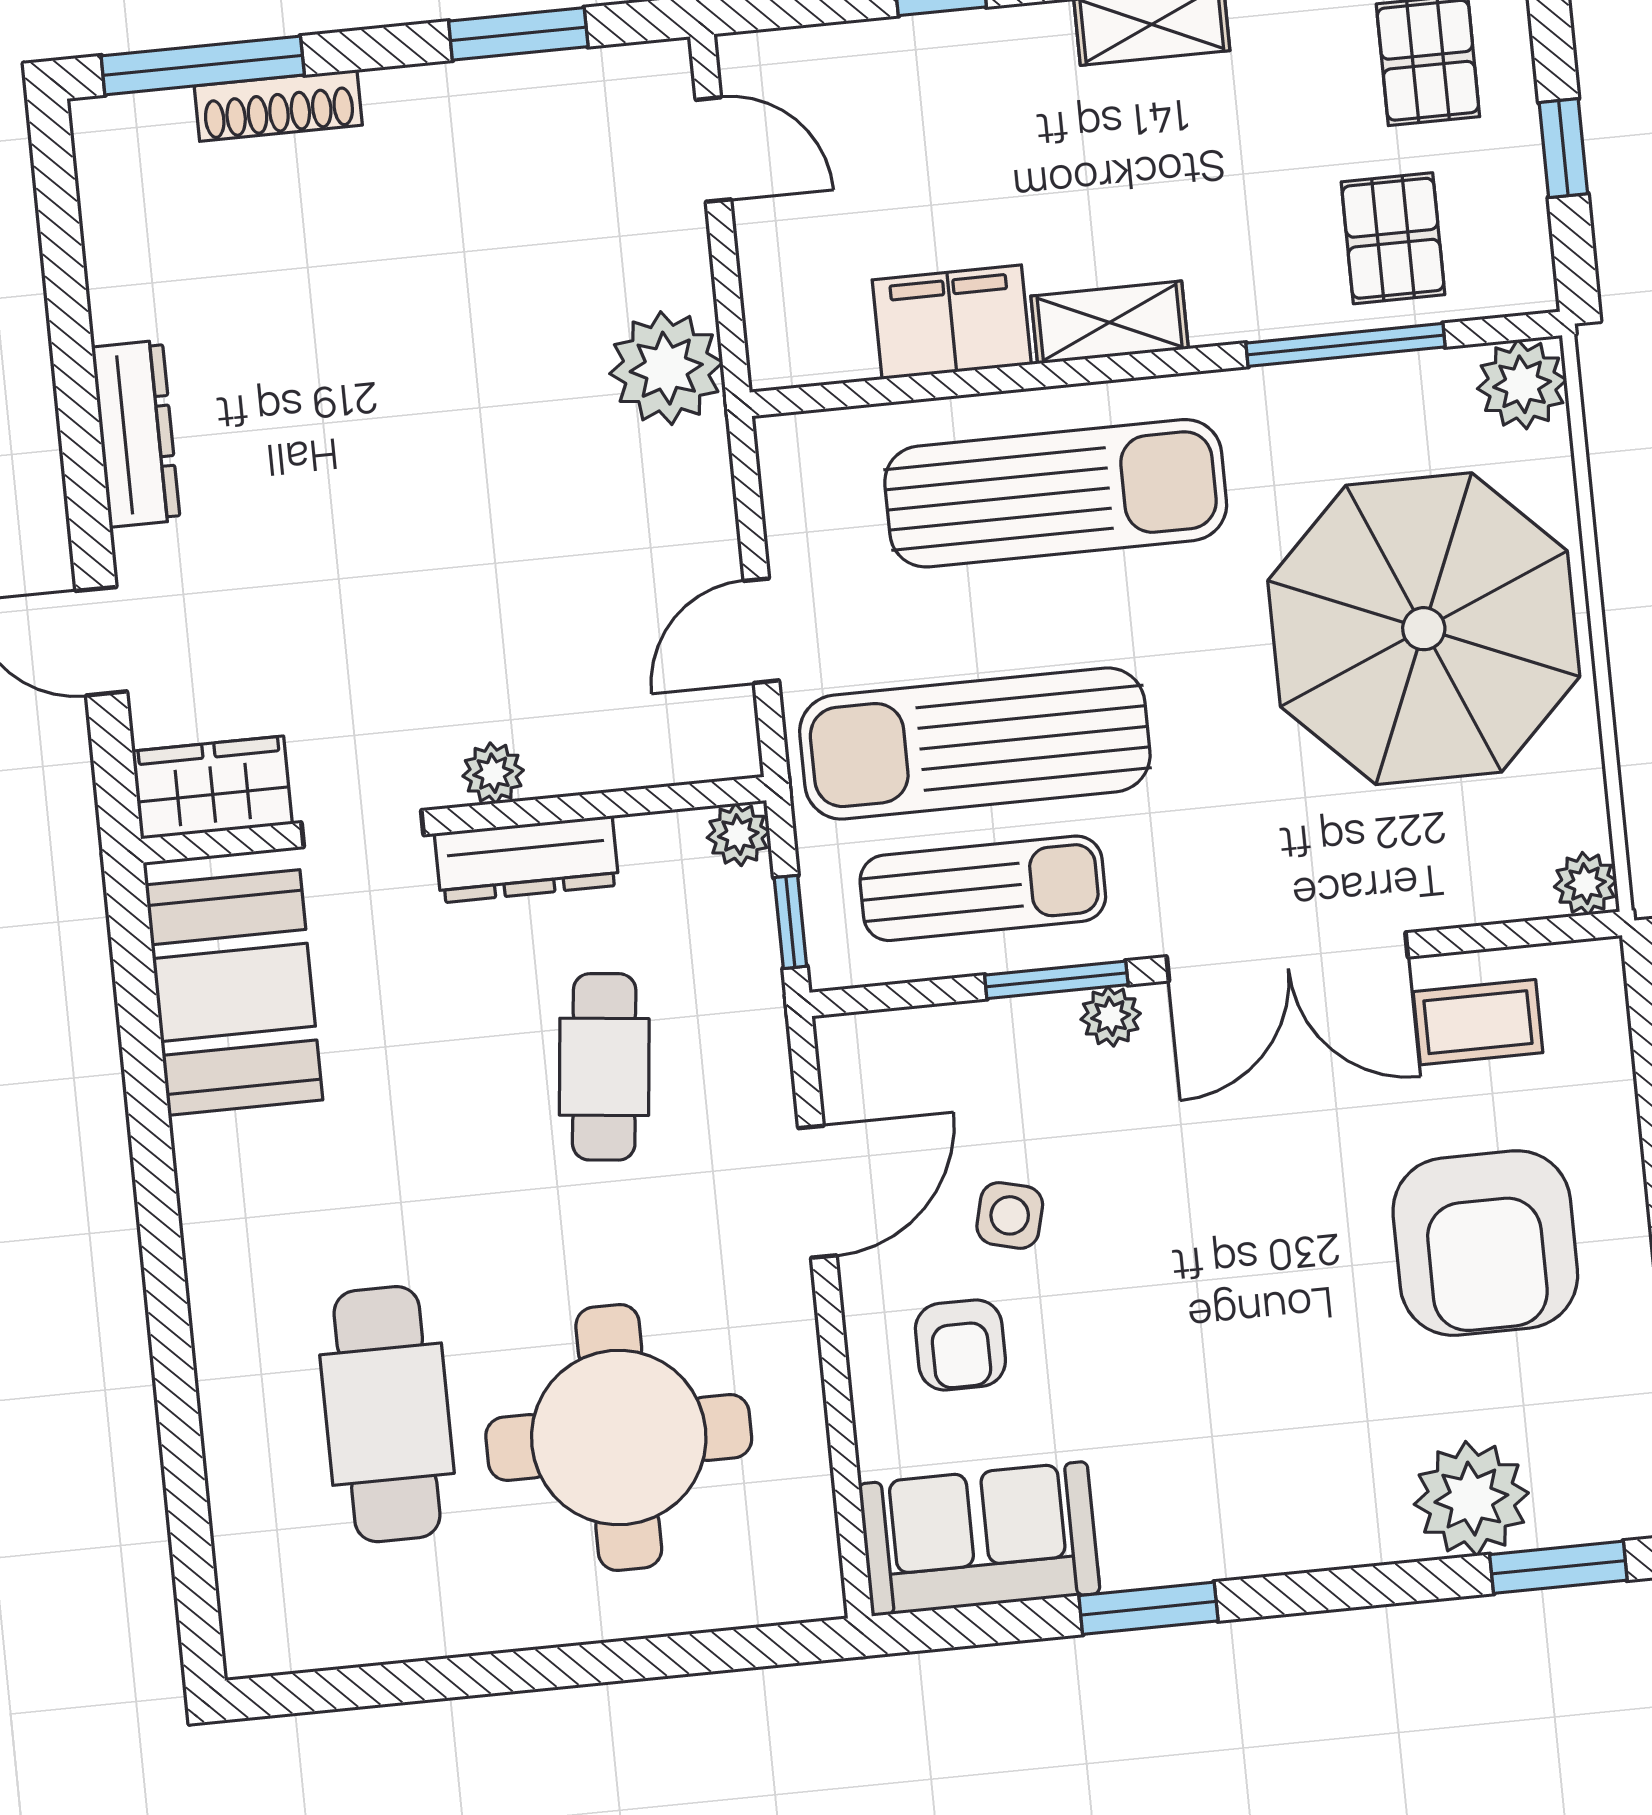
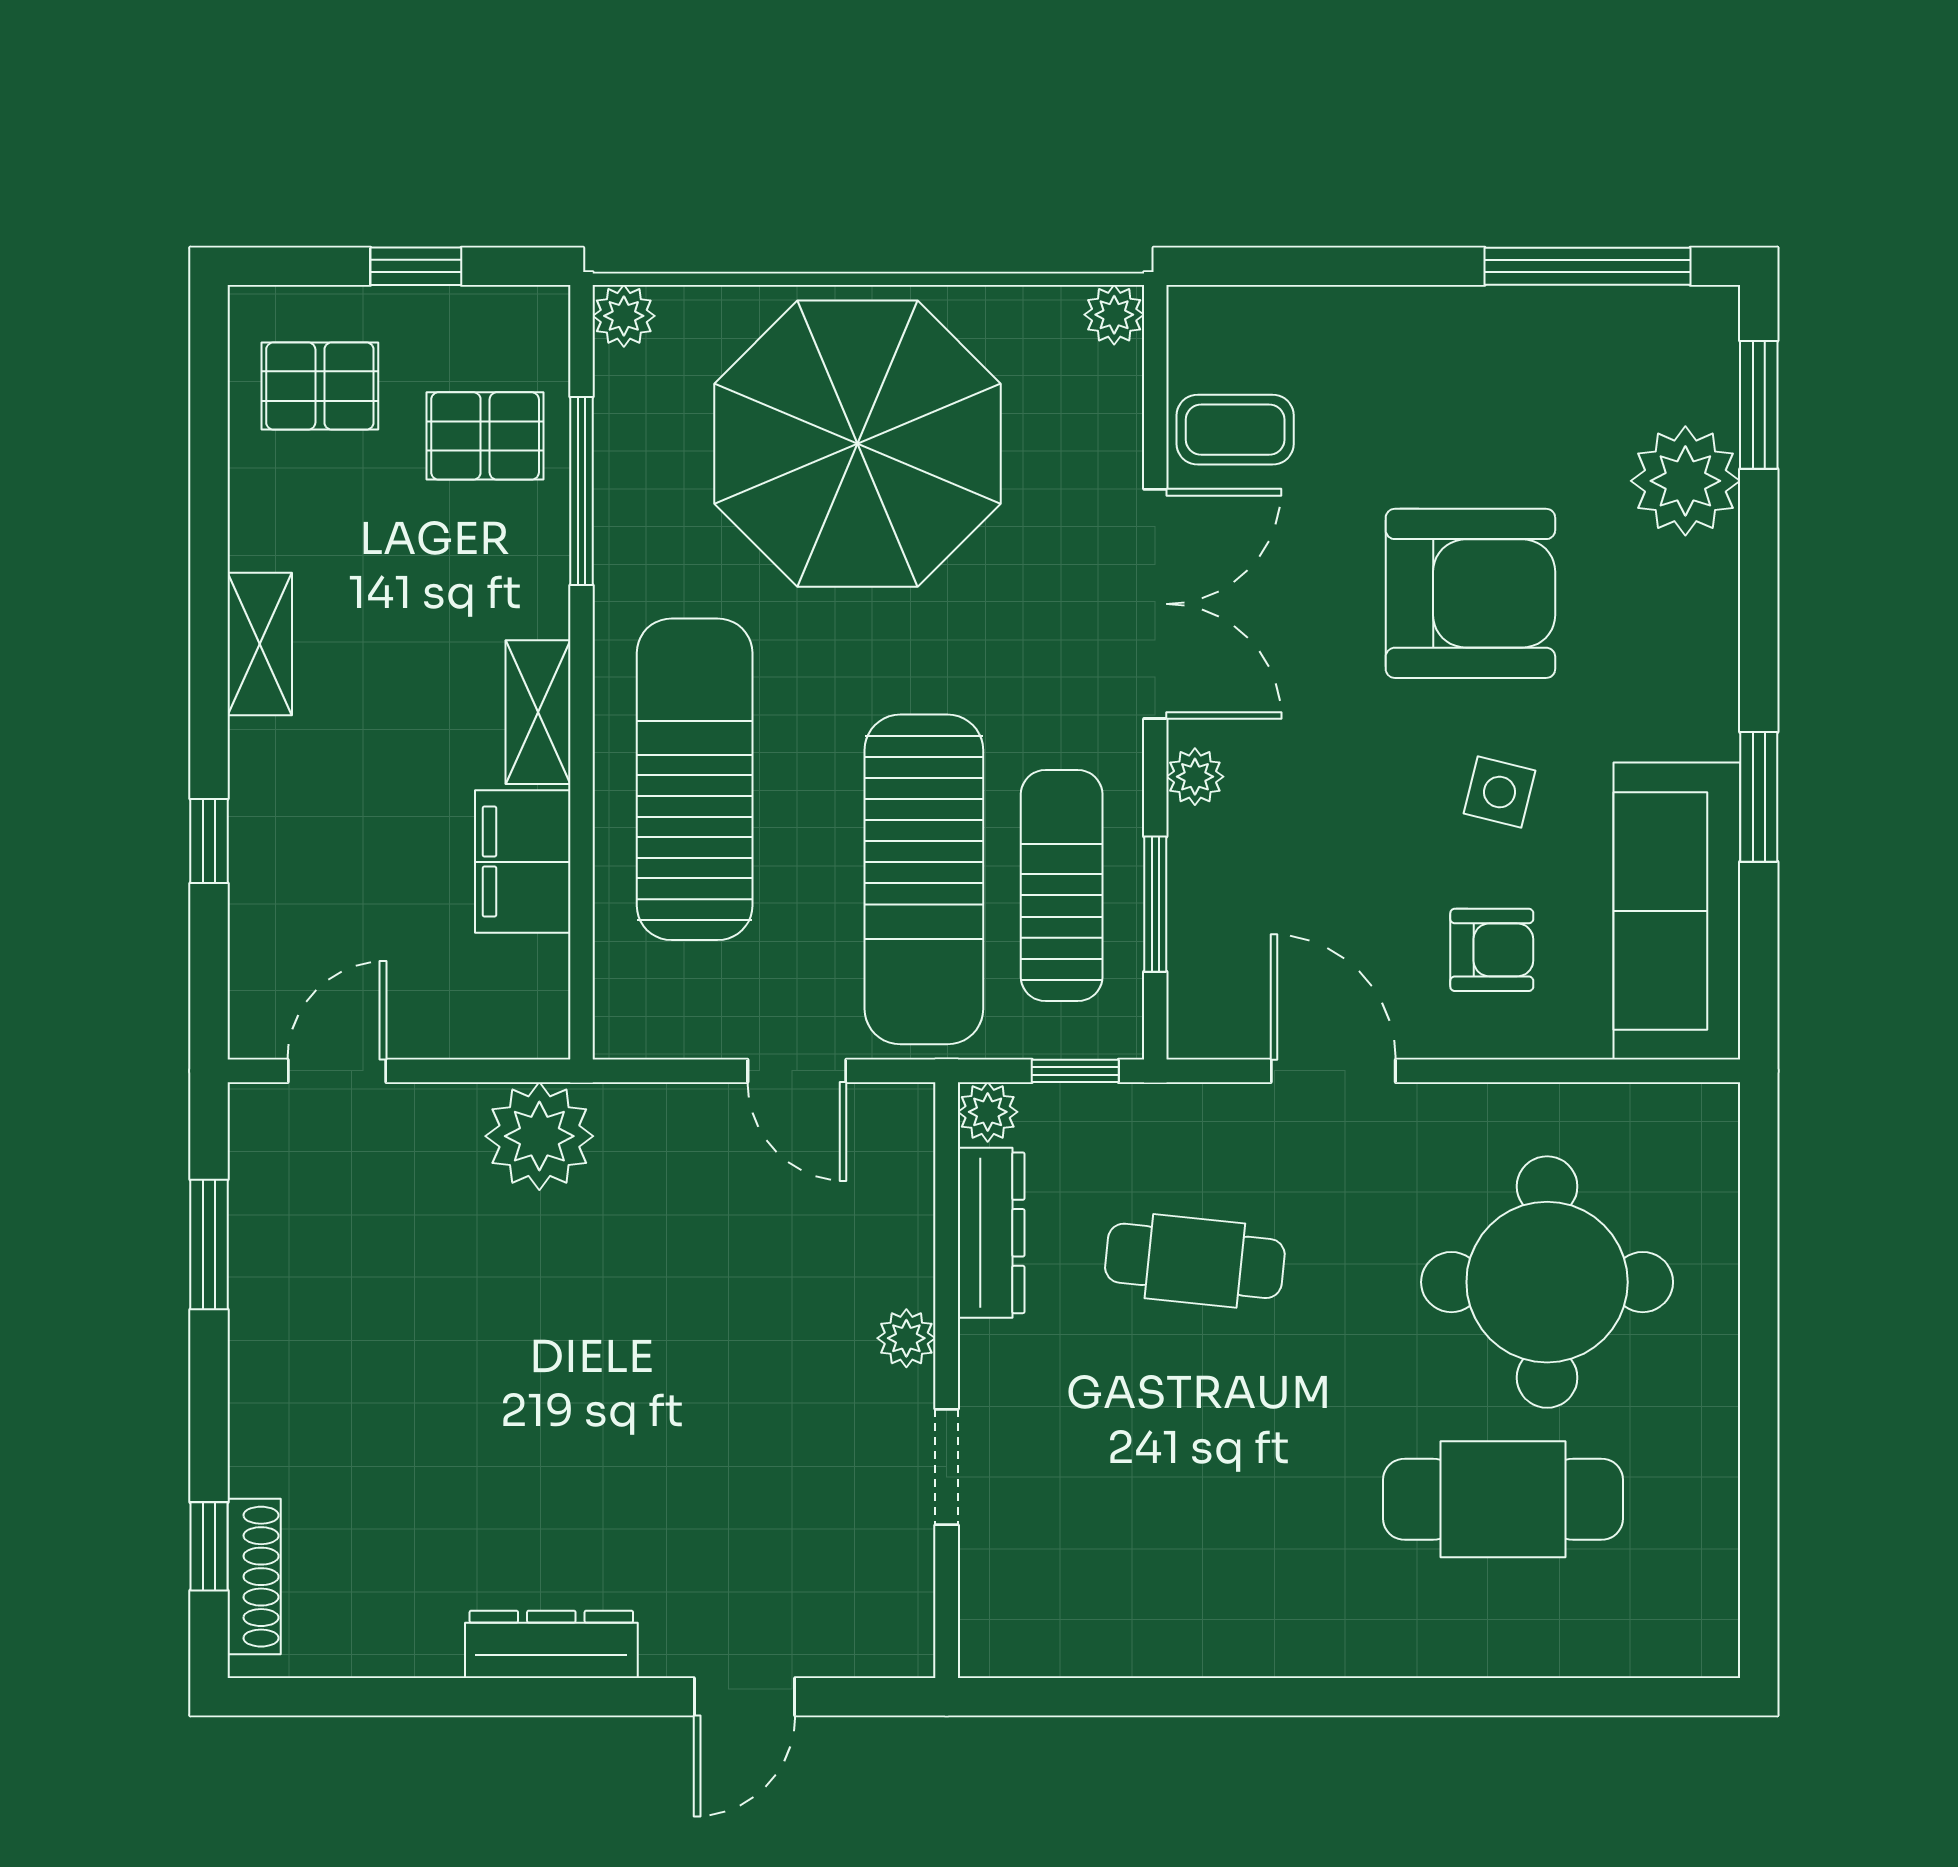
window: (203, 65) -> (209, 1546), width x0.46
shoe rack: (278, 106) -> (254, 1577), moved
plant: (1522, 384) -> (624, 316), width x0.73, depth x0.73
wardrobe: (212, 788) -> (893, 1606), removed
dresser: (527, 859) -> (991, 1233), moved
window: (1056, 980) -> (1155, 904), moved
booth: (234, 992) -> (1089, 1604), removed
coffee table: (1478, 1022) -> (1235, 430), turned 90
side table: (1010, 1215) -> (1499, 792), moved
armchair: (1485, 1243) -> (1470, 593), moved
sofa: (979, 1539) -> (1677, 911), width x1.36

